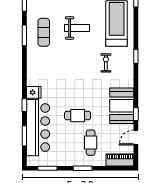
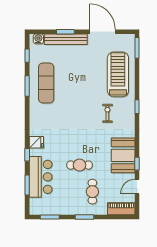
weight bench: (77, 28) -> (79, 79), removed
exercise mat: (44, 32) -> (46, 83), width x1.36, depth x1.45
bar counter: (38, 128) -> (41, 177), width x0.73

